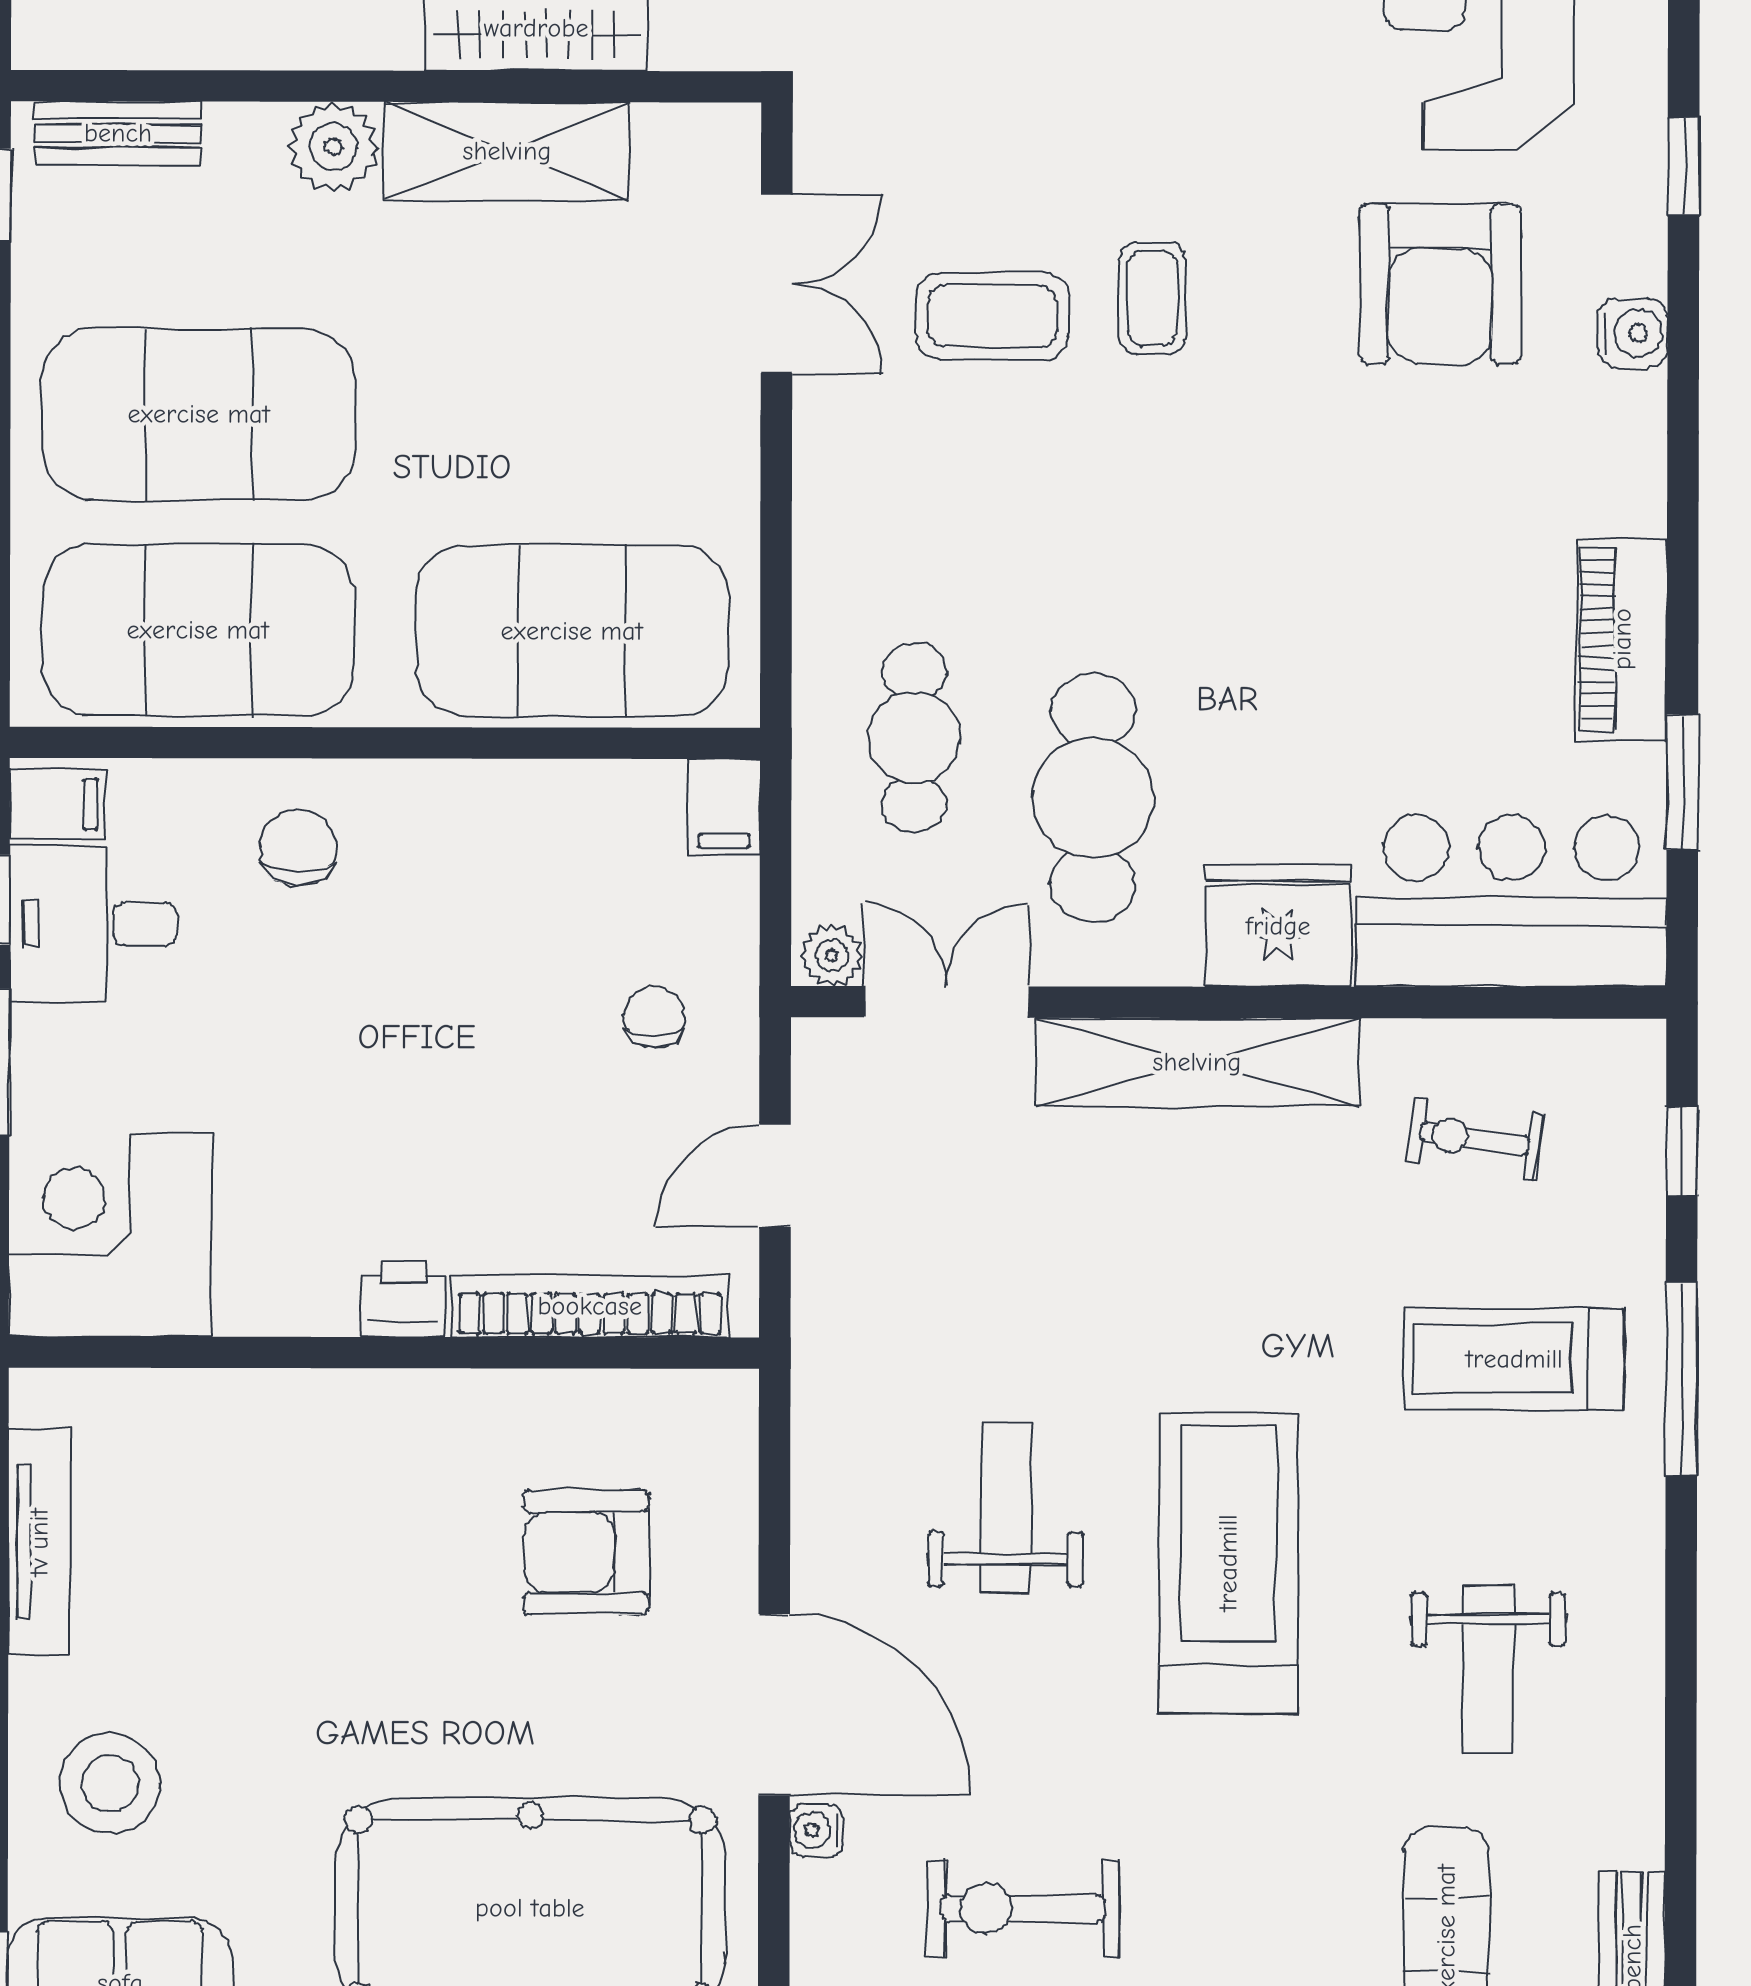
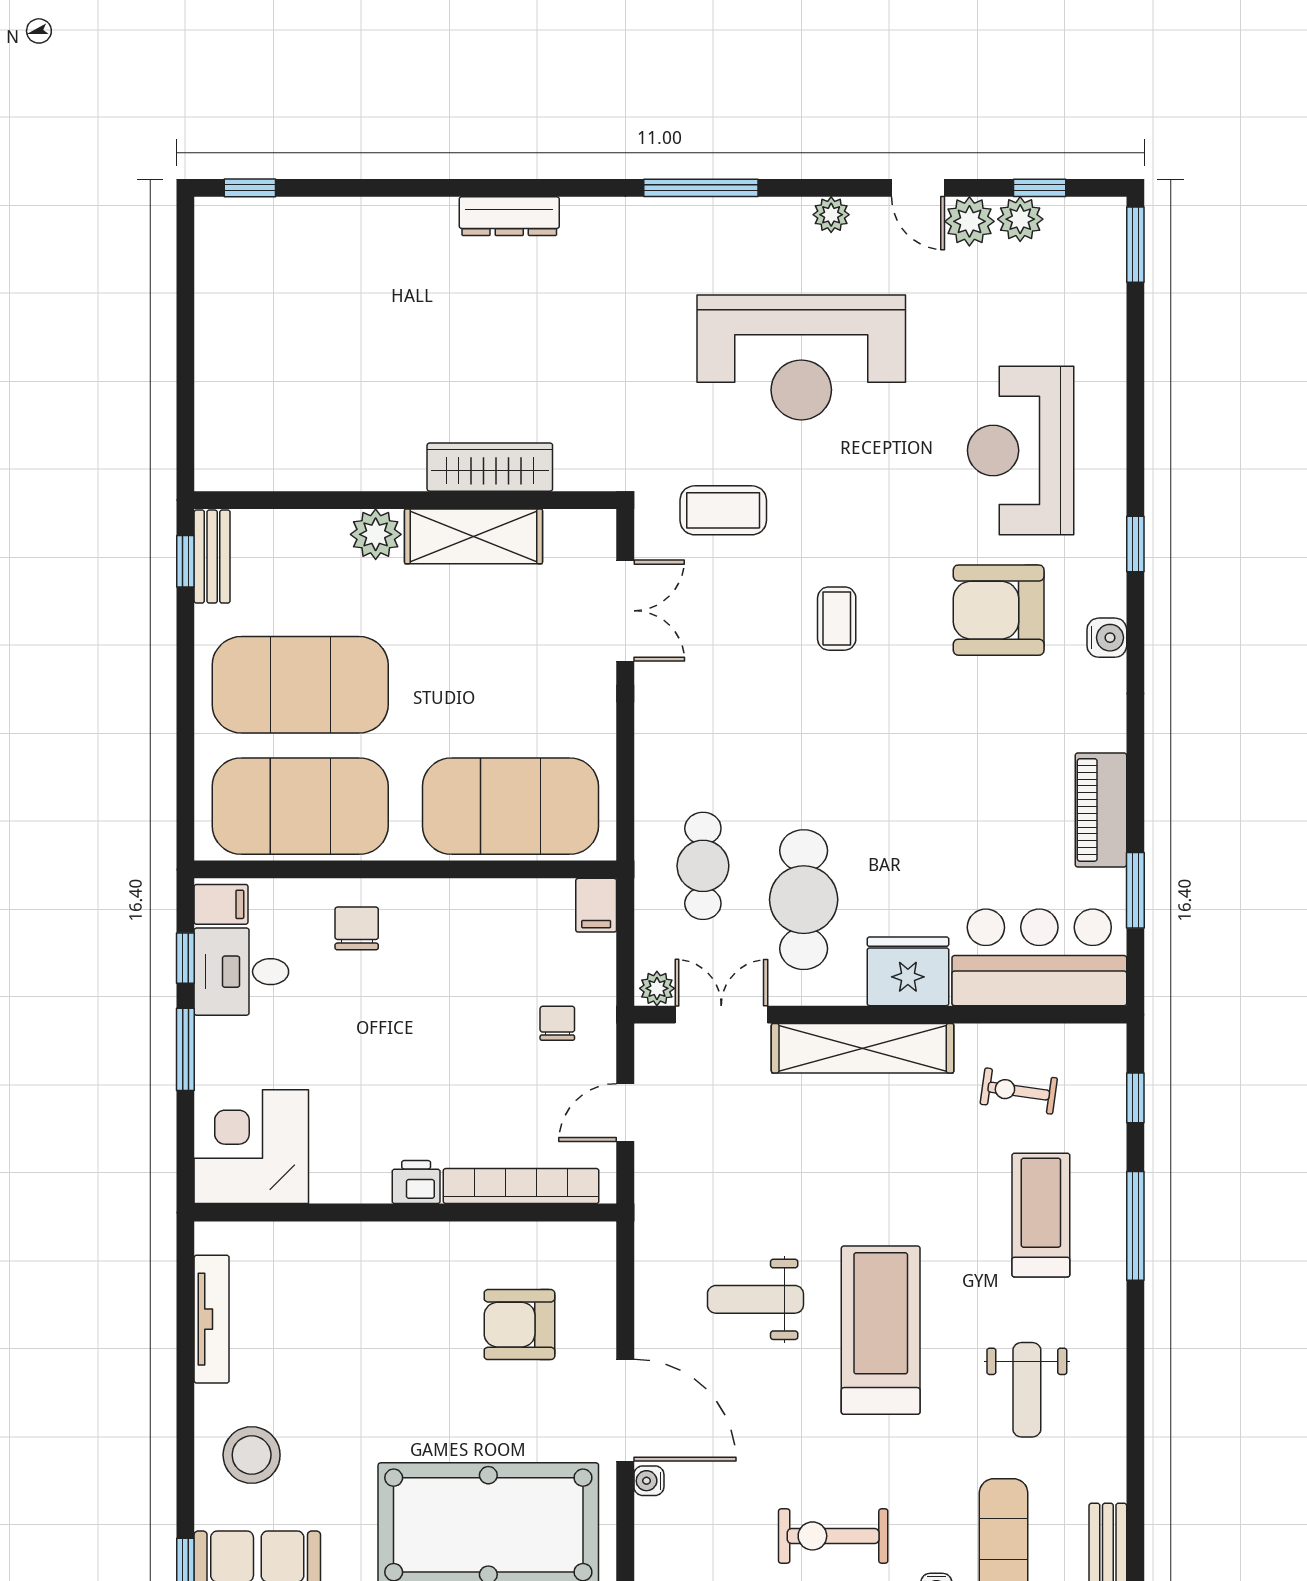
bench: (118, 133) -> (212, 557), moved, turned 90
armchair: (1440, 284) -> (999, 610), turned 90
coffee table: (992, 316) -> (723, 510), moved
treadmill: (1514, 1359) -> (1041, 1215), turned 90
weight bench: (1006, 1508) -> (755, 1299), turned -90
exercise bike: (1023, 1909) -> (833, 1536), moved

